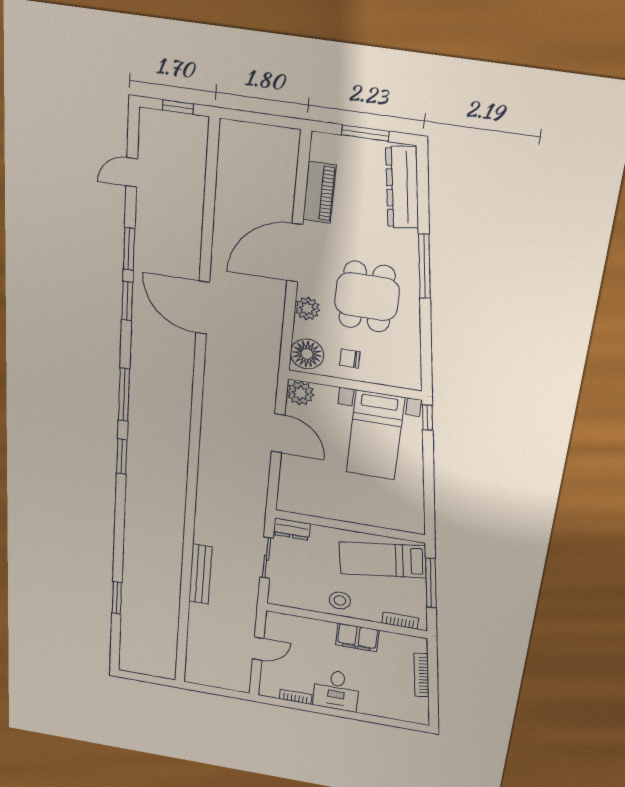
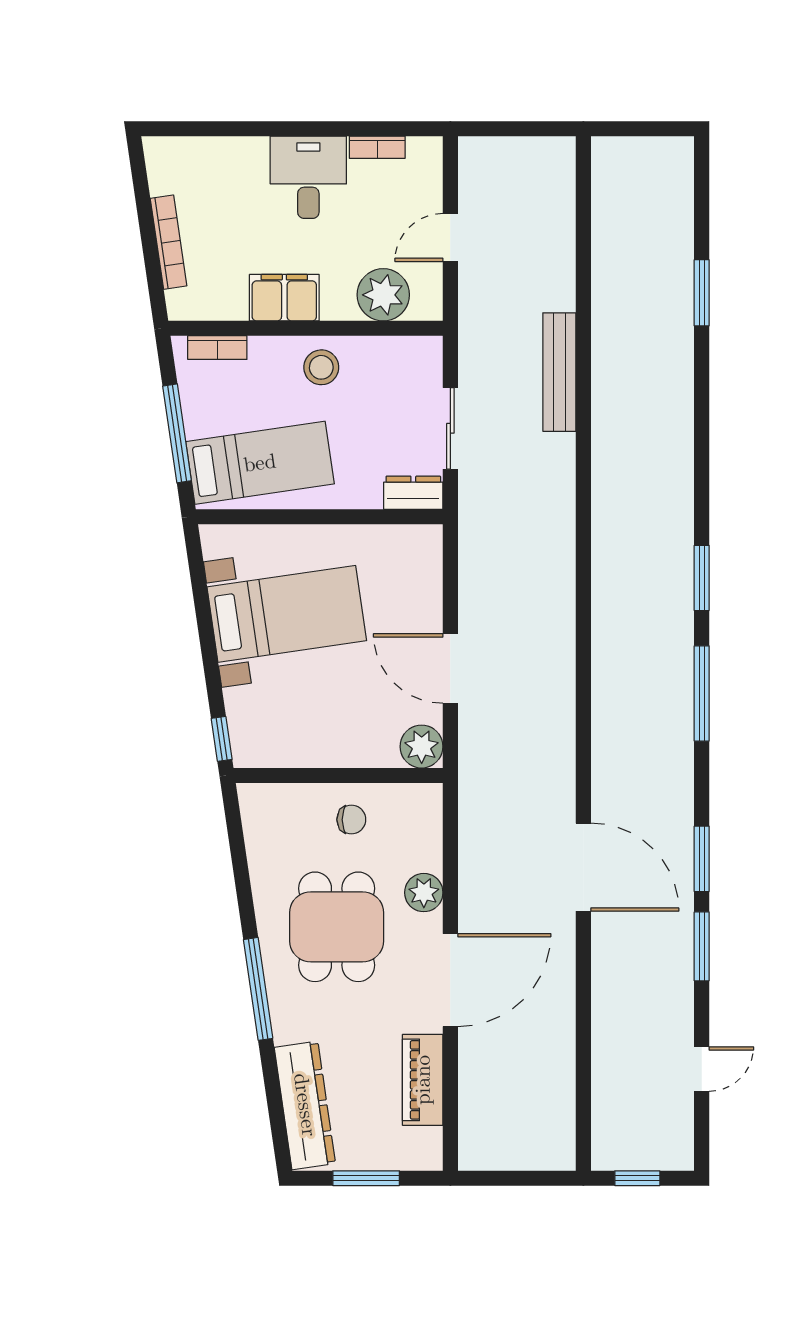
floor lamp: (307, 354) -> (417, 816), removed
bed with nightstands: (375, 435) -> (287, 614), moved, turned 82
plant: (300, 629) -> (383, 295), added

